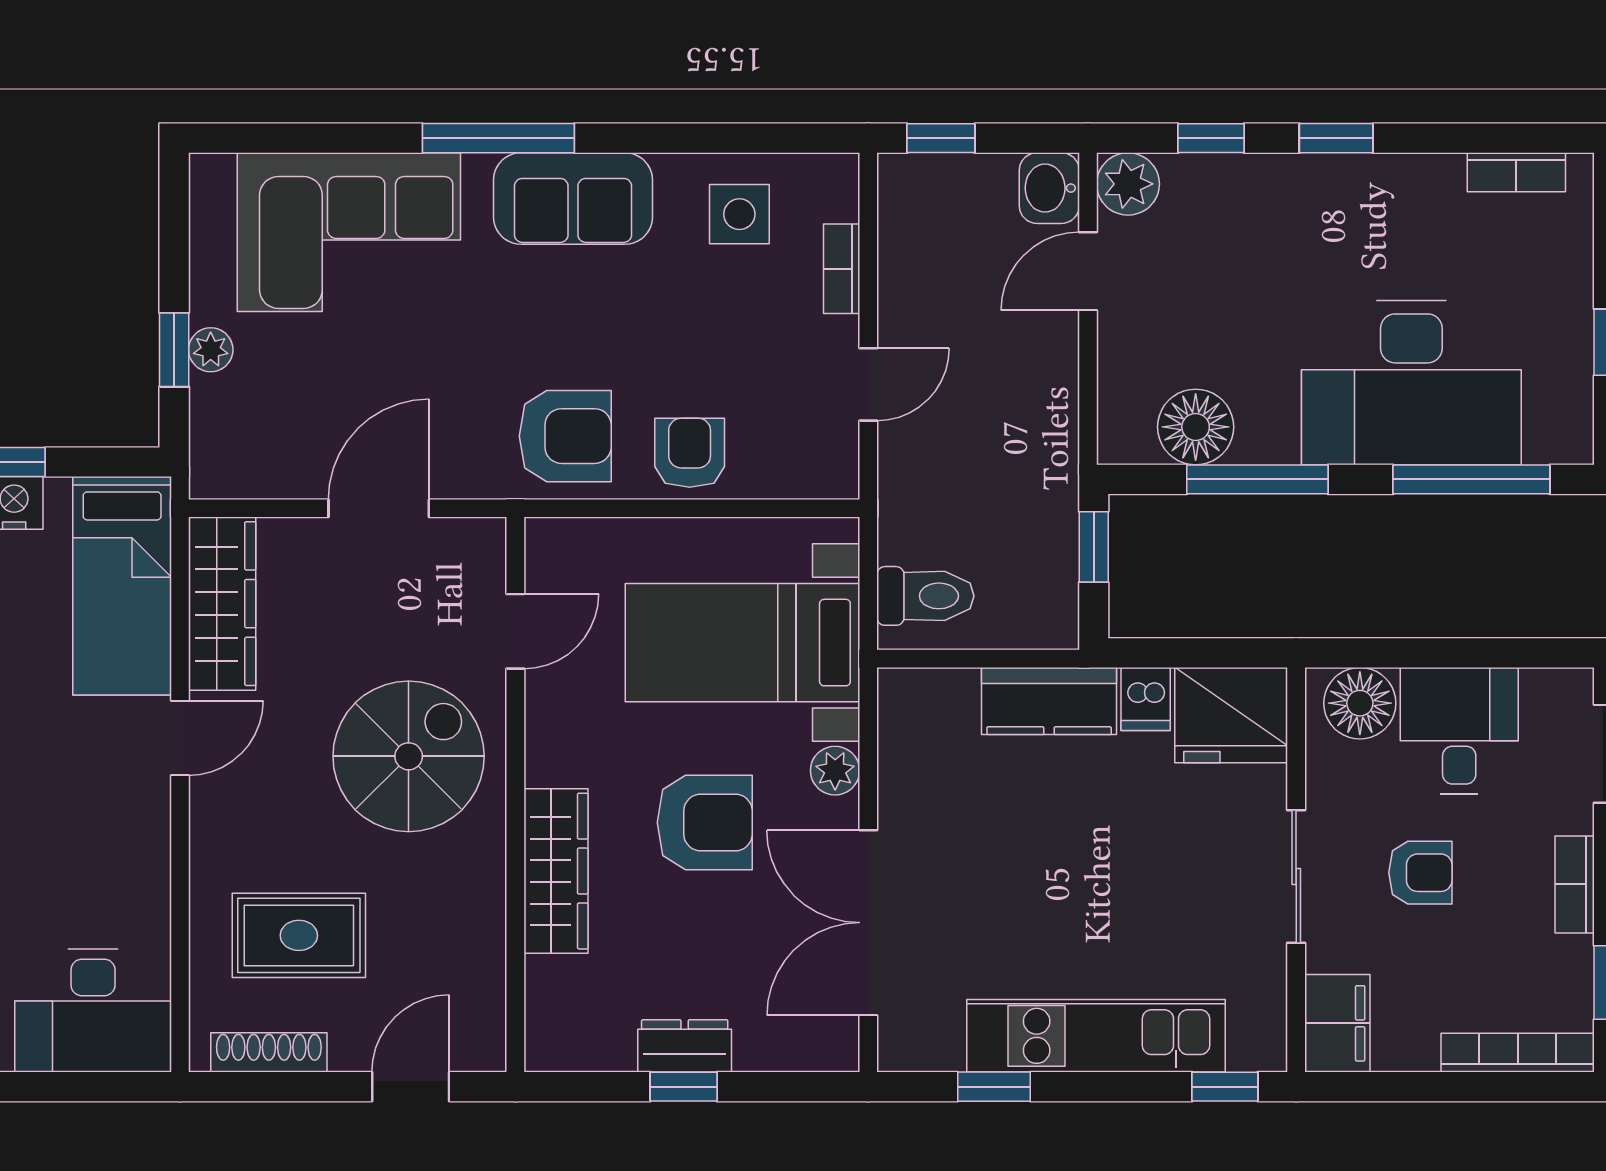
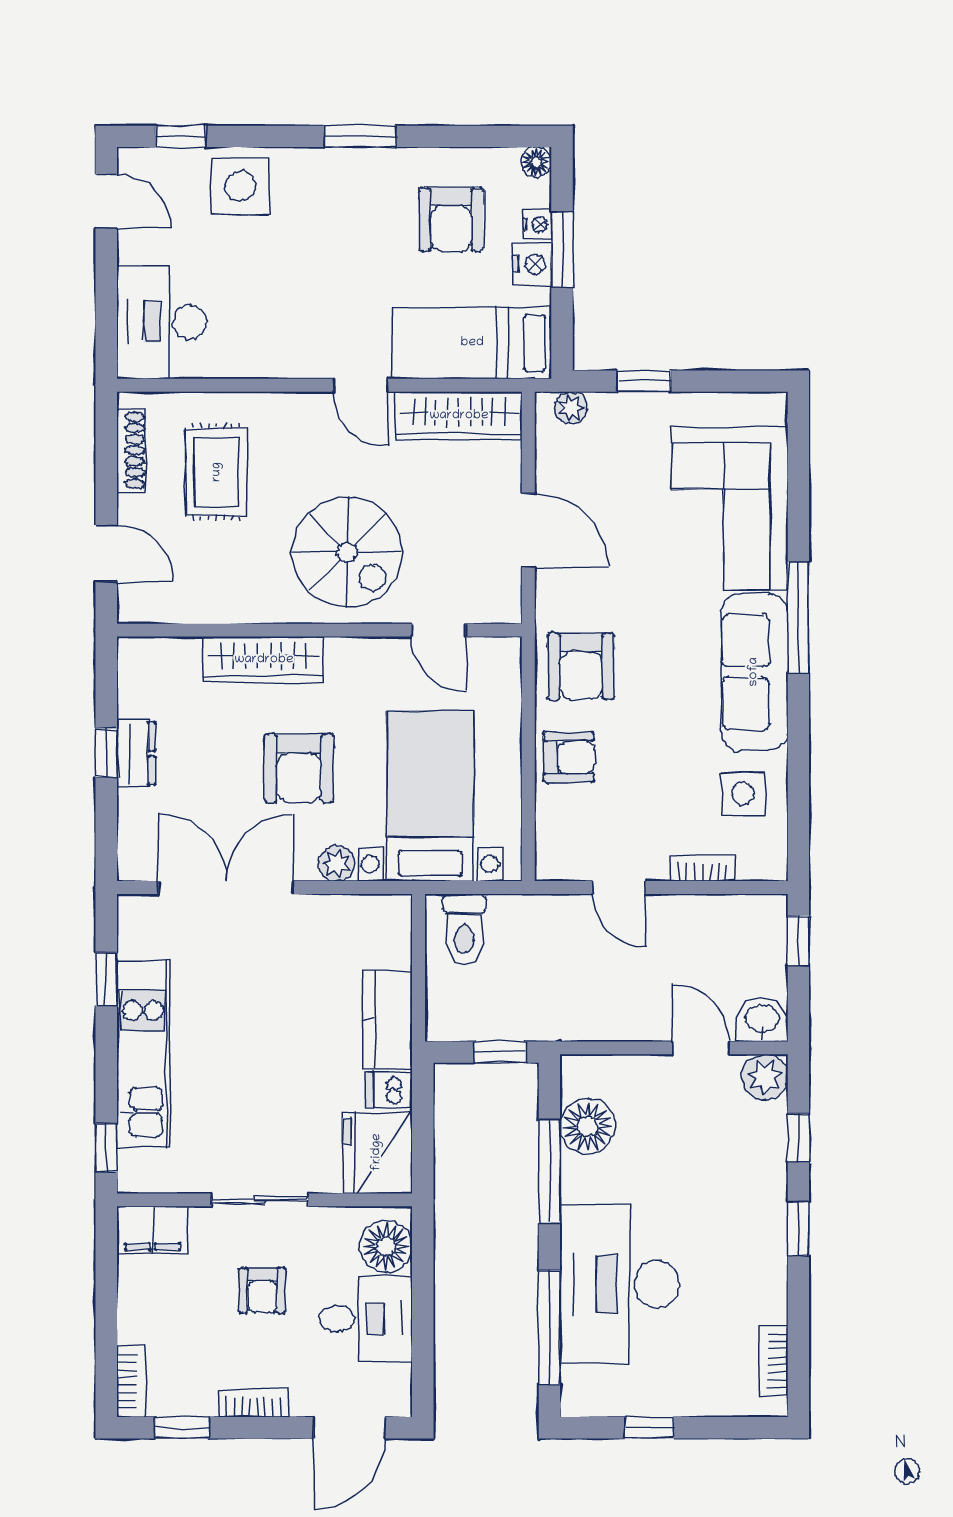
sofa: (573, 199) -> (754, 672), width x1.36
plant: (211, 350) -> (571, 408), moved
bookcase: (1518, 1053) -> (131, 1381), width x0.64

